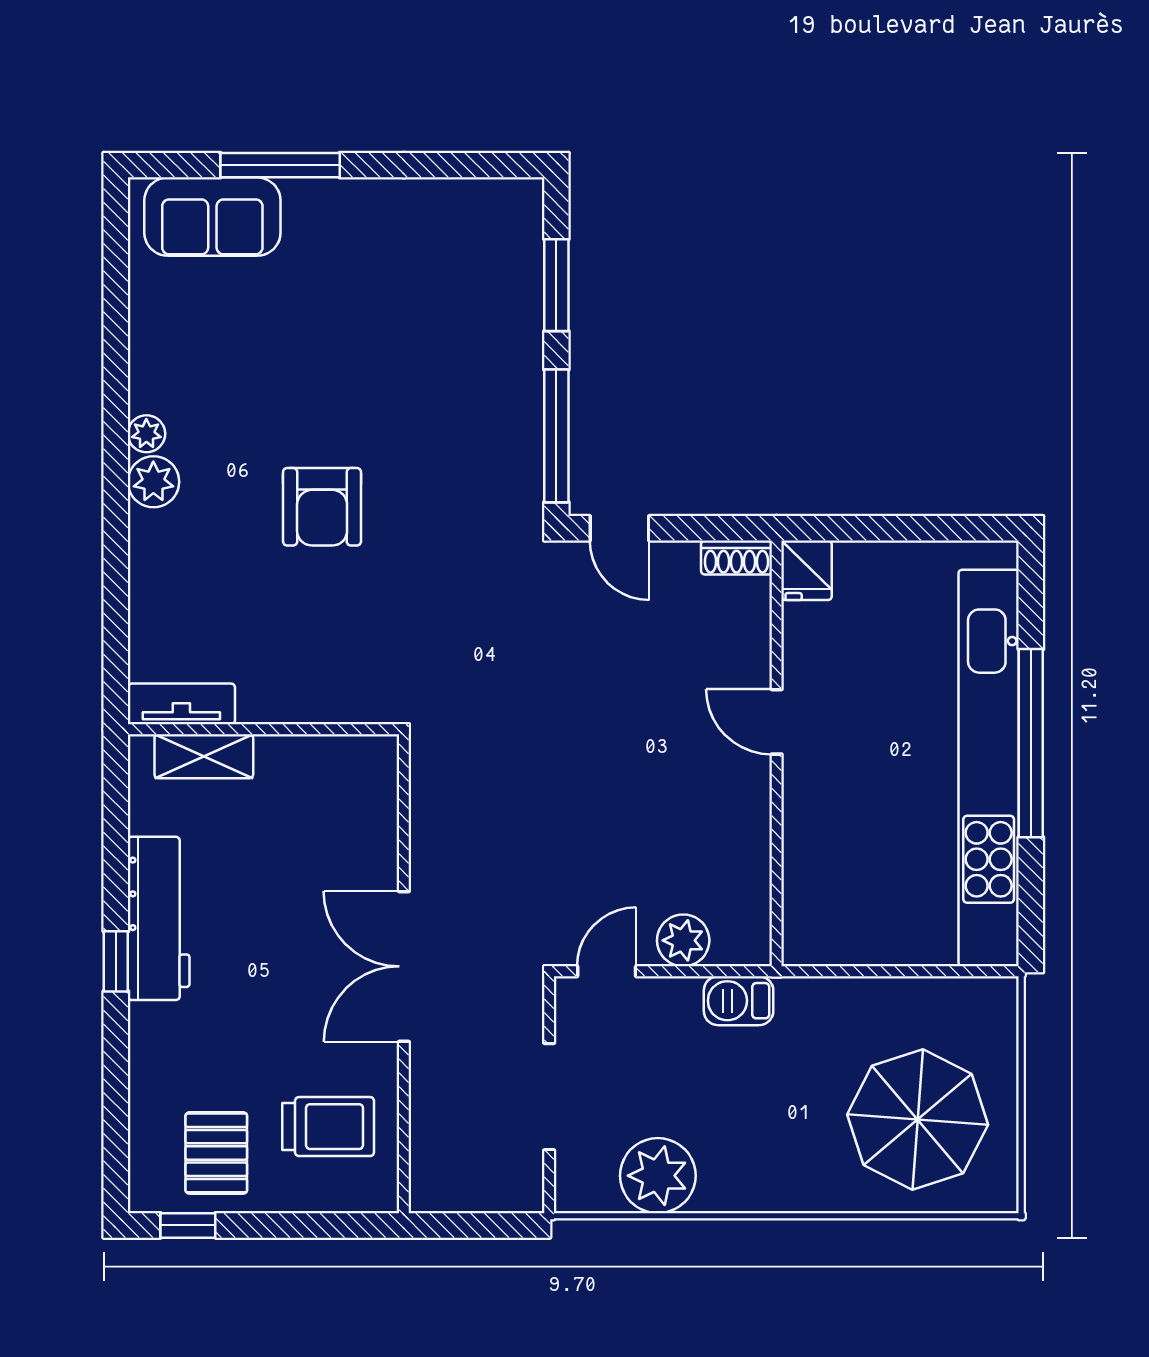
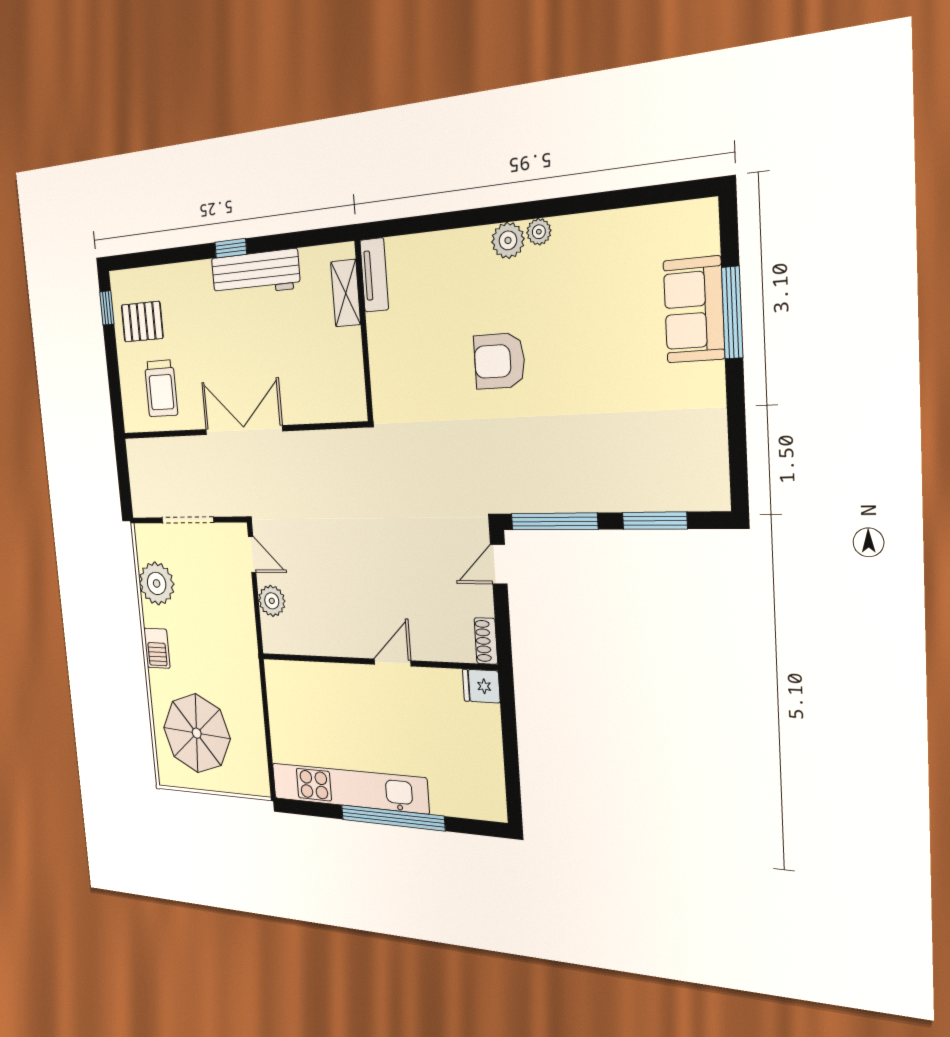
sofa: (212, 217) -> (694, 310), moved
kitchen unit: (989, 768) -> (349, 788), width x0.73
barbecue: (739, 1001) -> (157, 648), moved, turned 180

